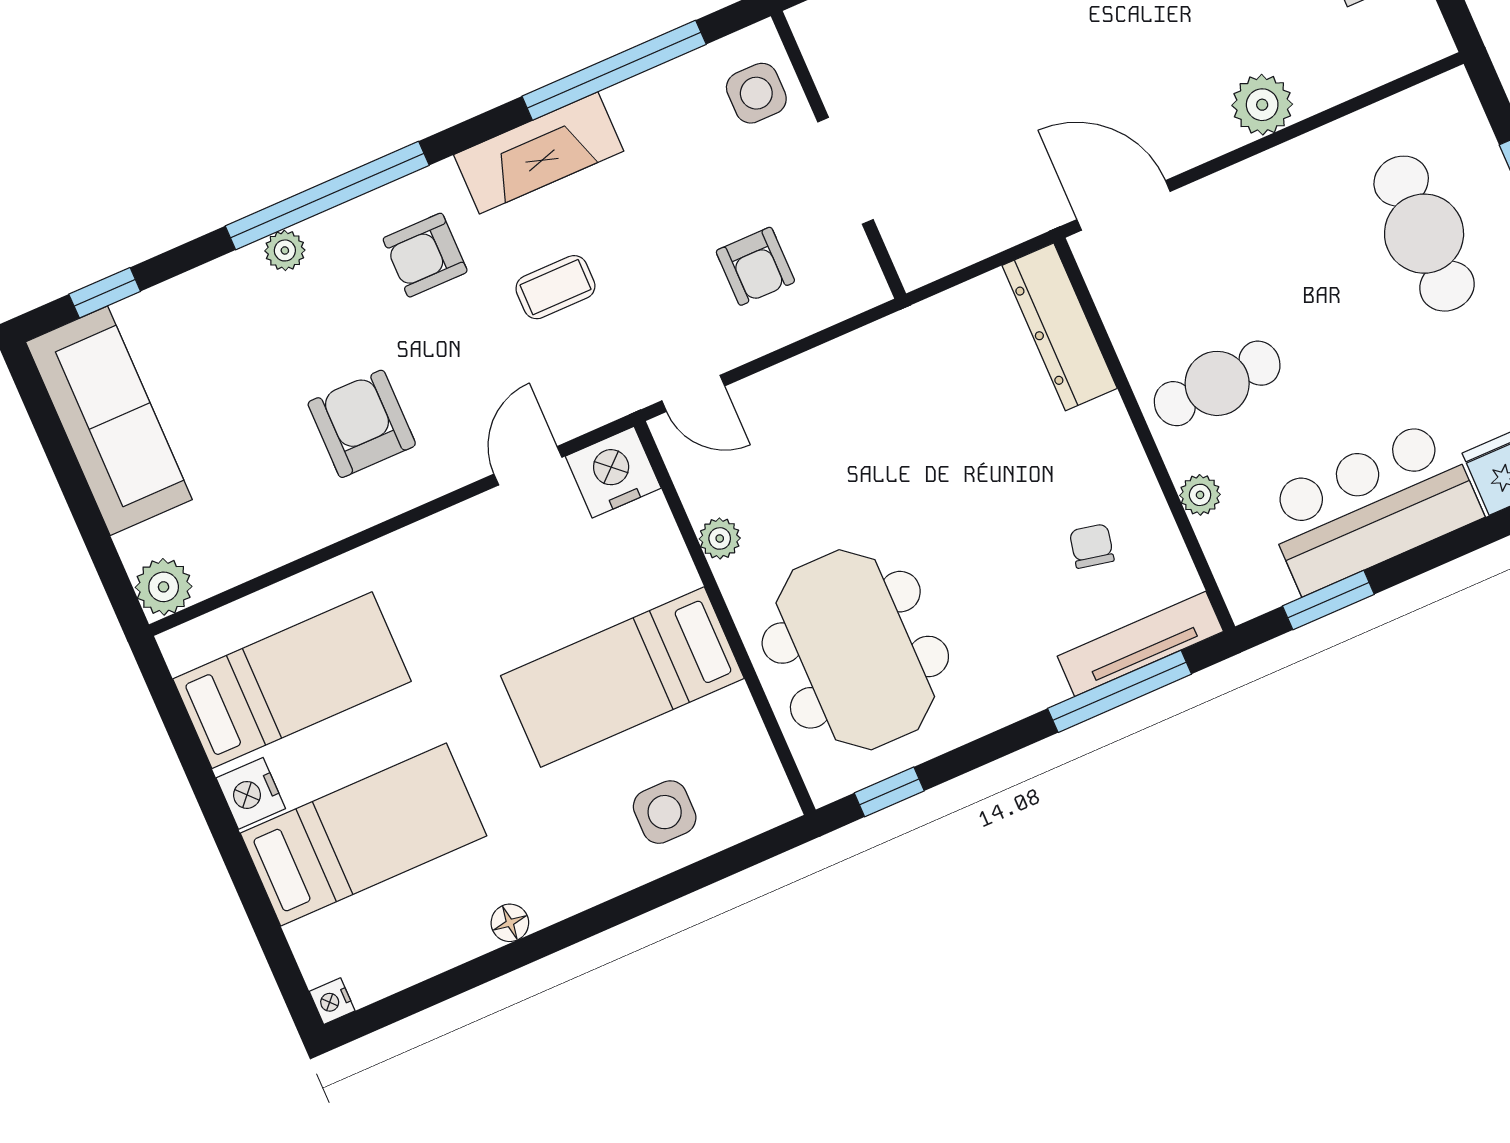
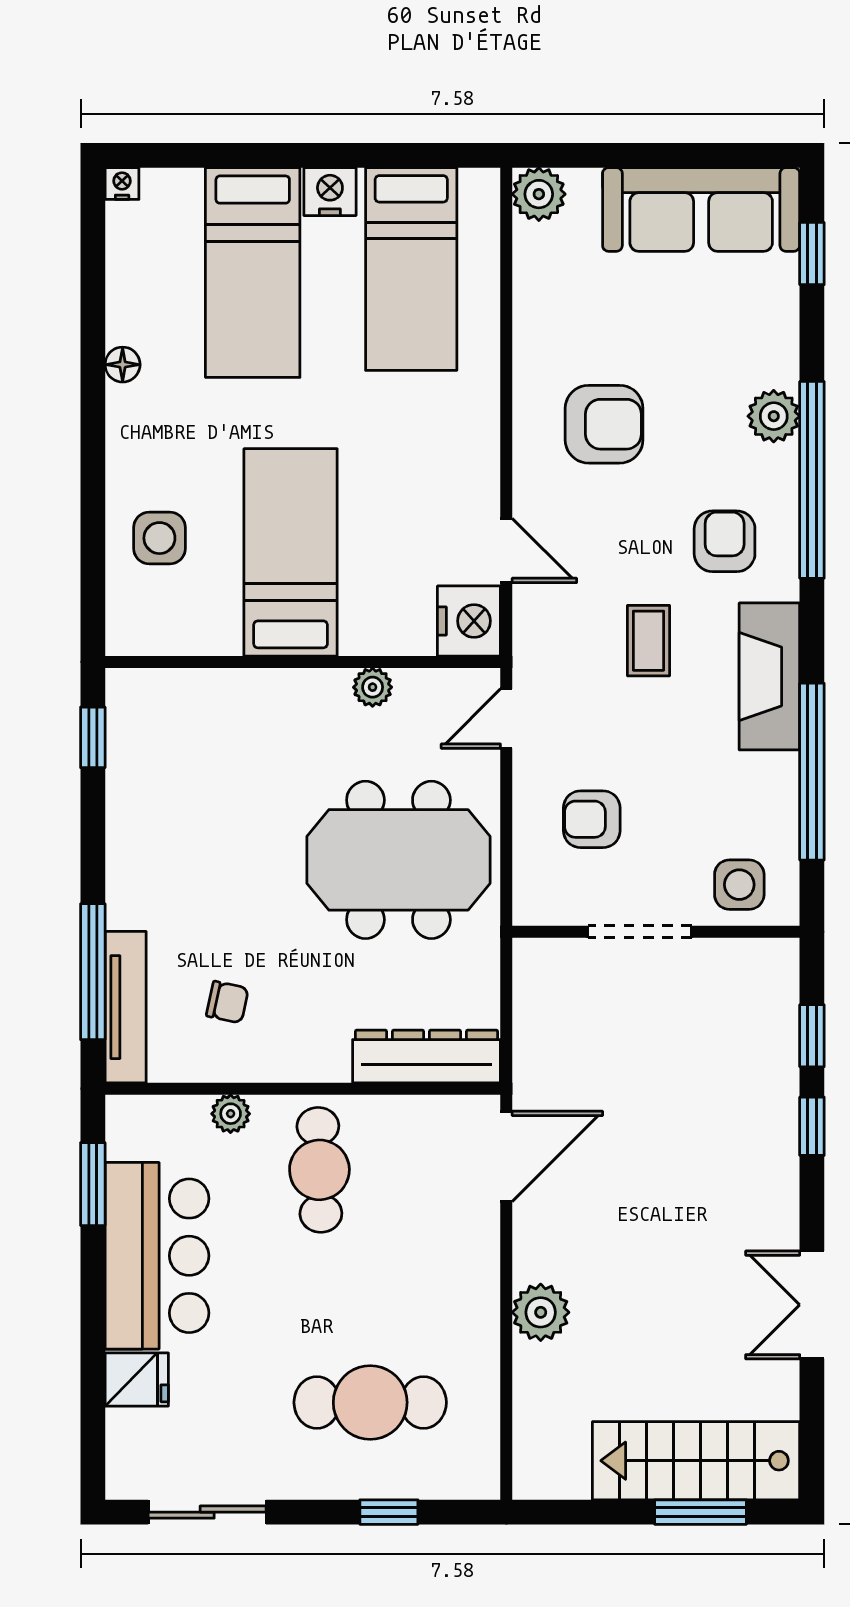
plant: (285, 250) -> (774, 416), width x1.38, depth x1.38
meeting table: (855, 650) -> (398, 860), moved

